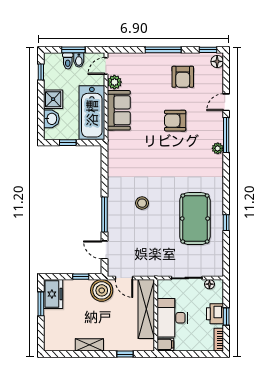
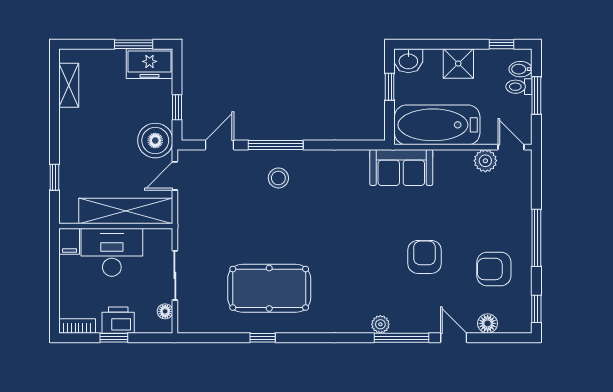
bidet: (79, 60) -> (521, 69), moved
floor lamp: (217, 61) -> (488, 323), moved
sofa: (119, 110) -> (401, 167), moved
washbasin: (51, 119) -> (408, 61), moved
stool: (142, 203) -> (278, 178), moved
shelving: (89, 345) -> (69, 85), moved

